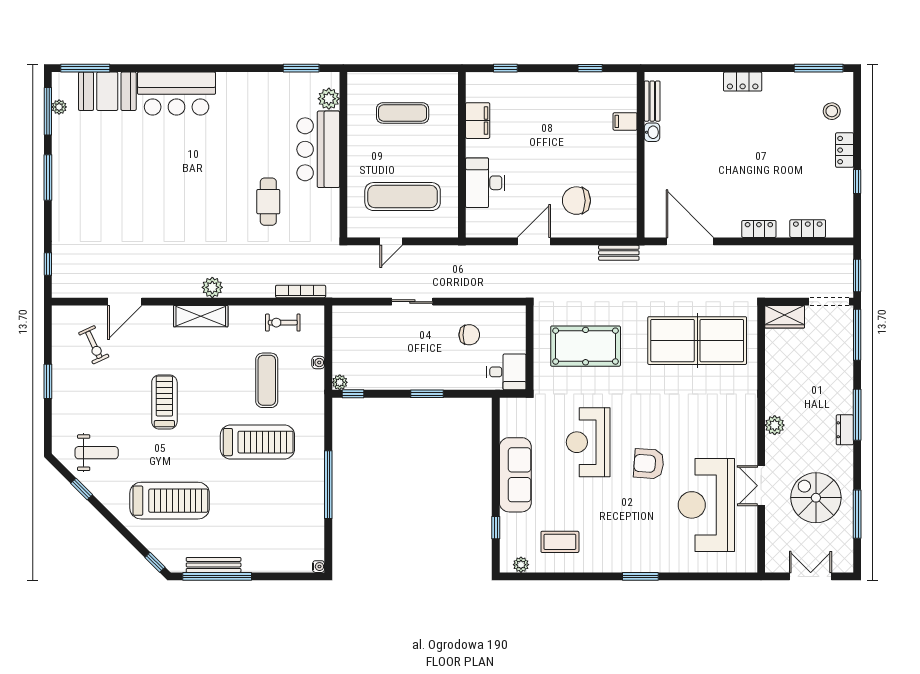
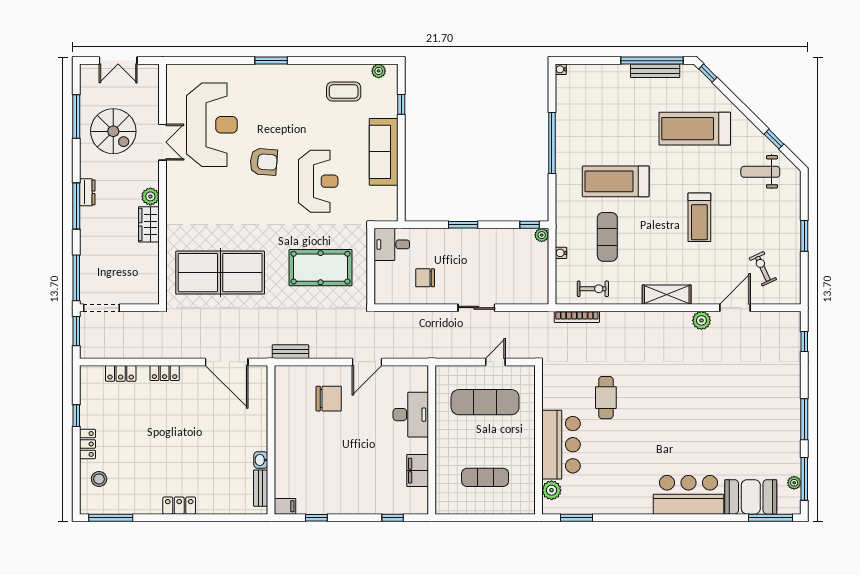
filing cabinet: (625, 121) -> (285, 506), moved
plant: (212, 287) -> (701, 320), moved
wardrobe: (785, 317) -> (149, 224), moved, turned -90

